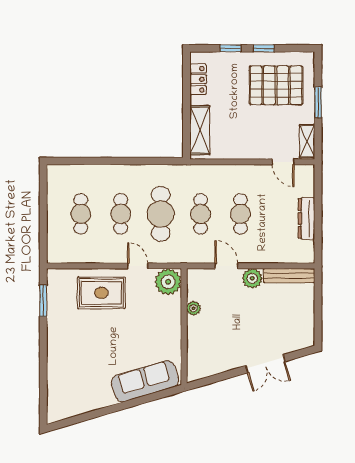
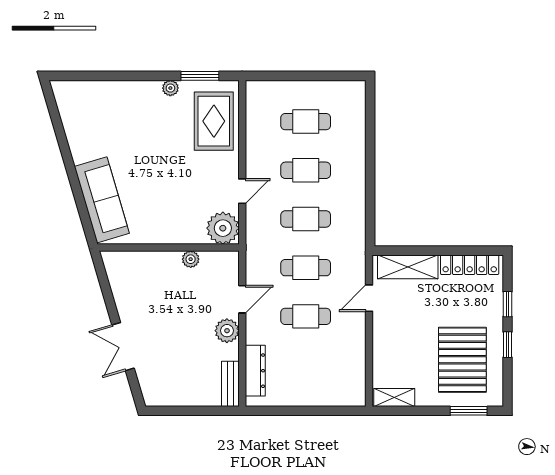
locker: (198, 79) -> (470, 265), width x1.53
window: (318, 102) -> (469, 411), moved
door: (283, 162) -> (369, 298), moved
cafe table: (161, 214) -> (306, 219), width x0.73, depth x0.74
dresser: (306, 218) -> (255, 371), moved, turned 90
bench: (289, 276) -> (230, 384), width x0.73
rug: (101, 293) -> (214, 121), moved
plant: (53, 325) -> (170, 88), added

